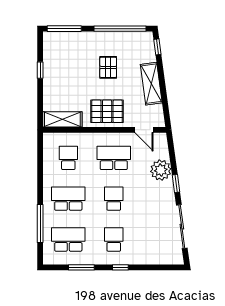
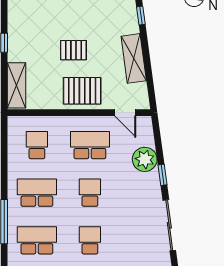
pallet: (108, 67) -> (73, 50), moved, turned 90
shelving: (62, 119) -> (16, 85), moved, turned 90

